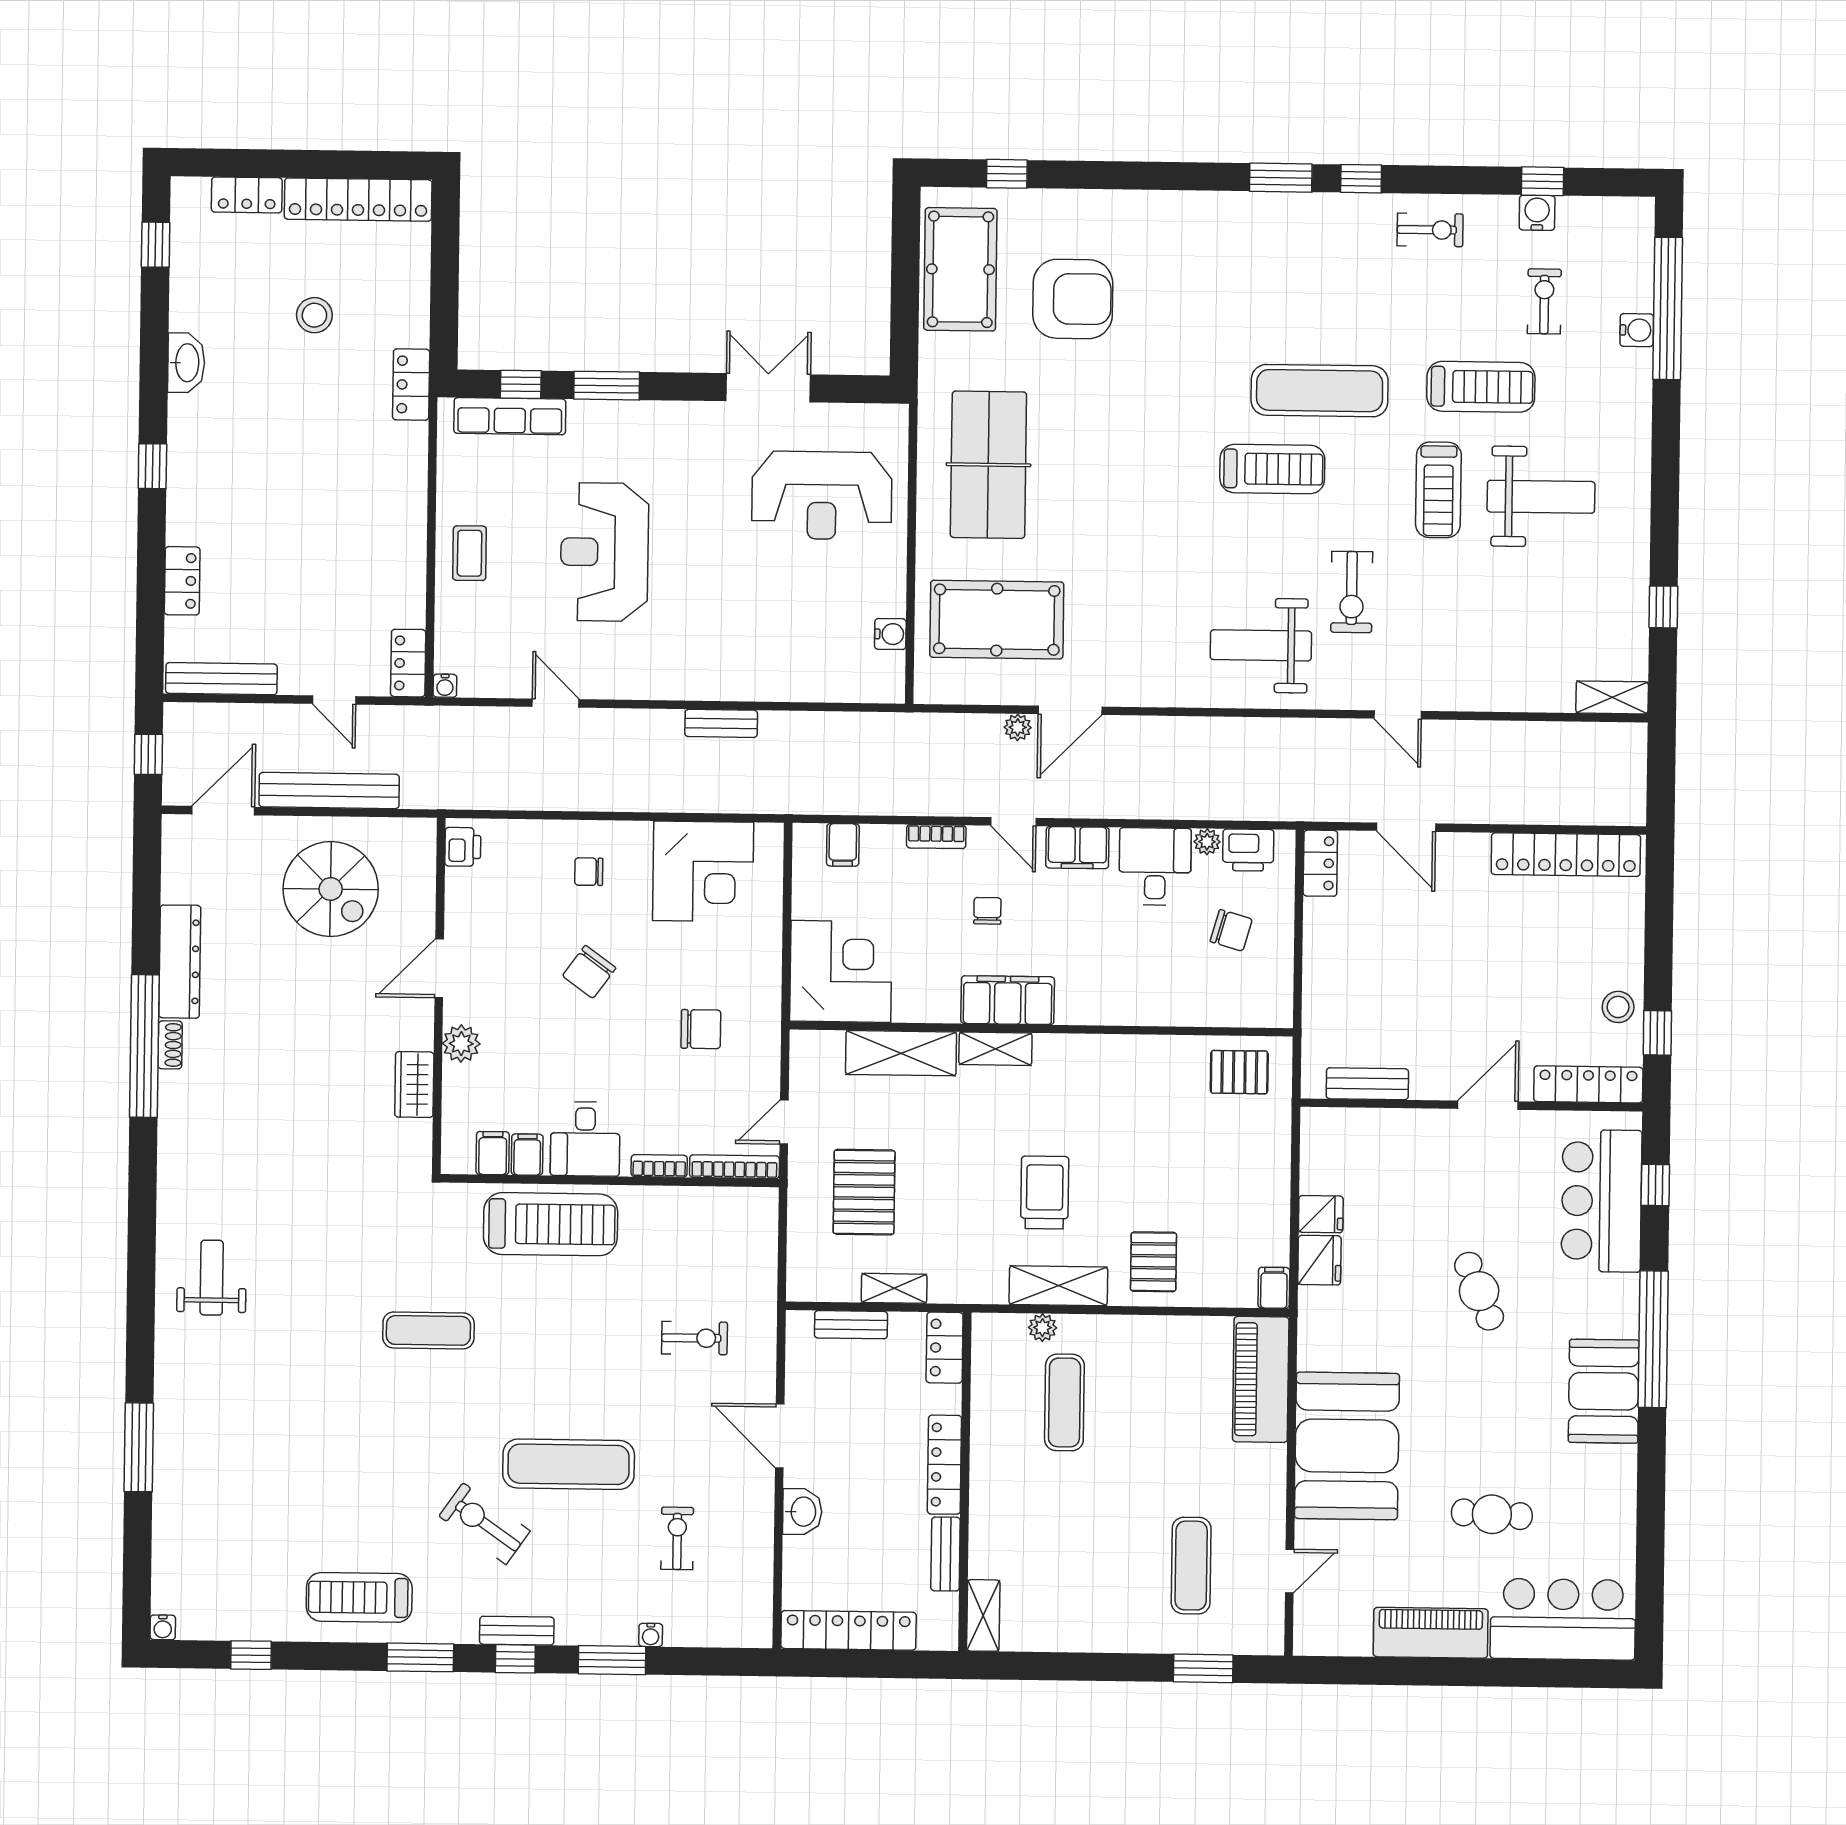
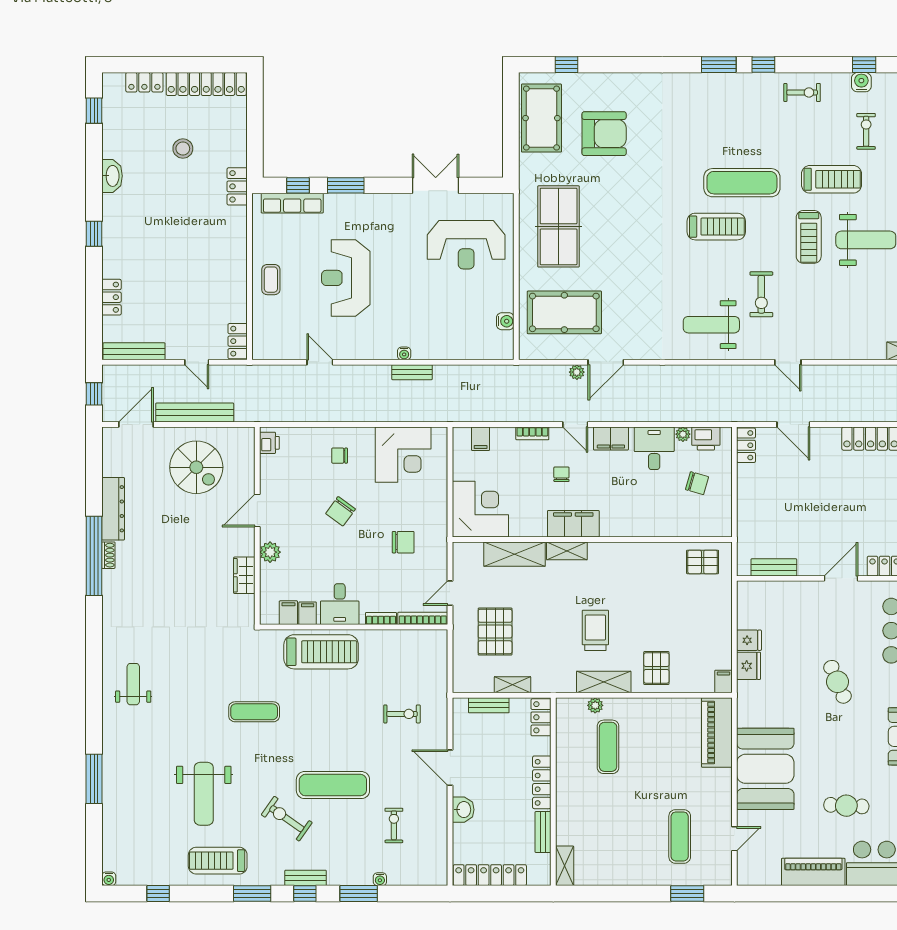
water cooler: (445, 686) -> (404, 353), moved
weight bench: (336, 1477) -> (204, 794), added

